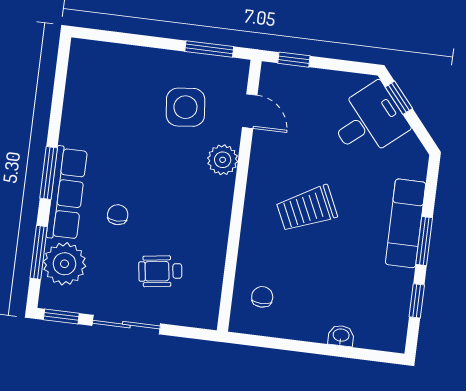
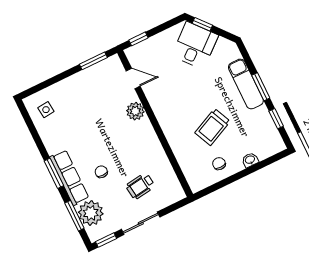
side table: (185, 107) -> (46, 110), moved, width x0.54, depth x0.54
trolley: (307, 209) -> (213, 127), moved
chair: (262, 297) -> (219, 164), moved

